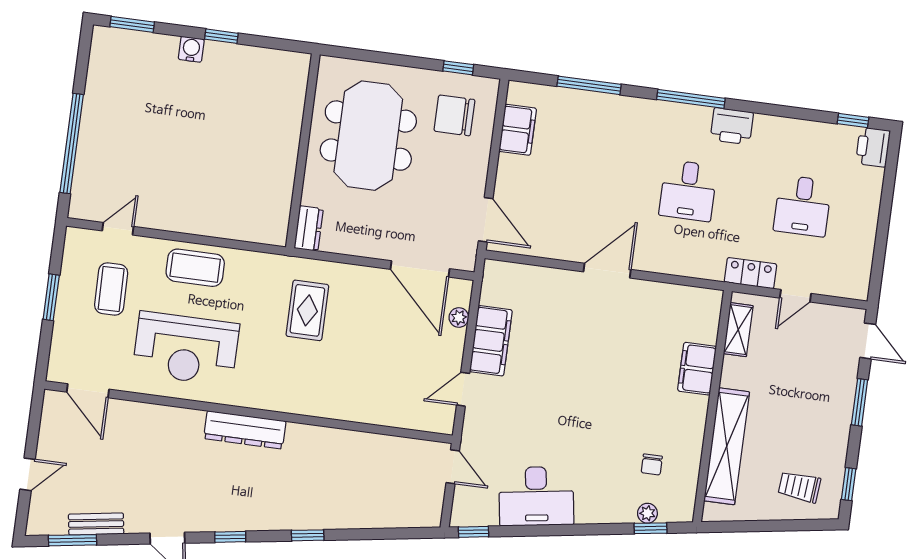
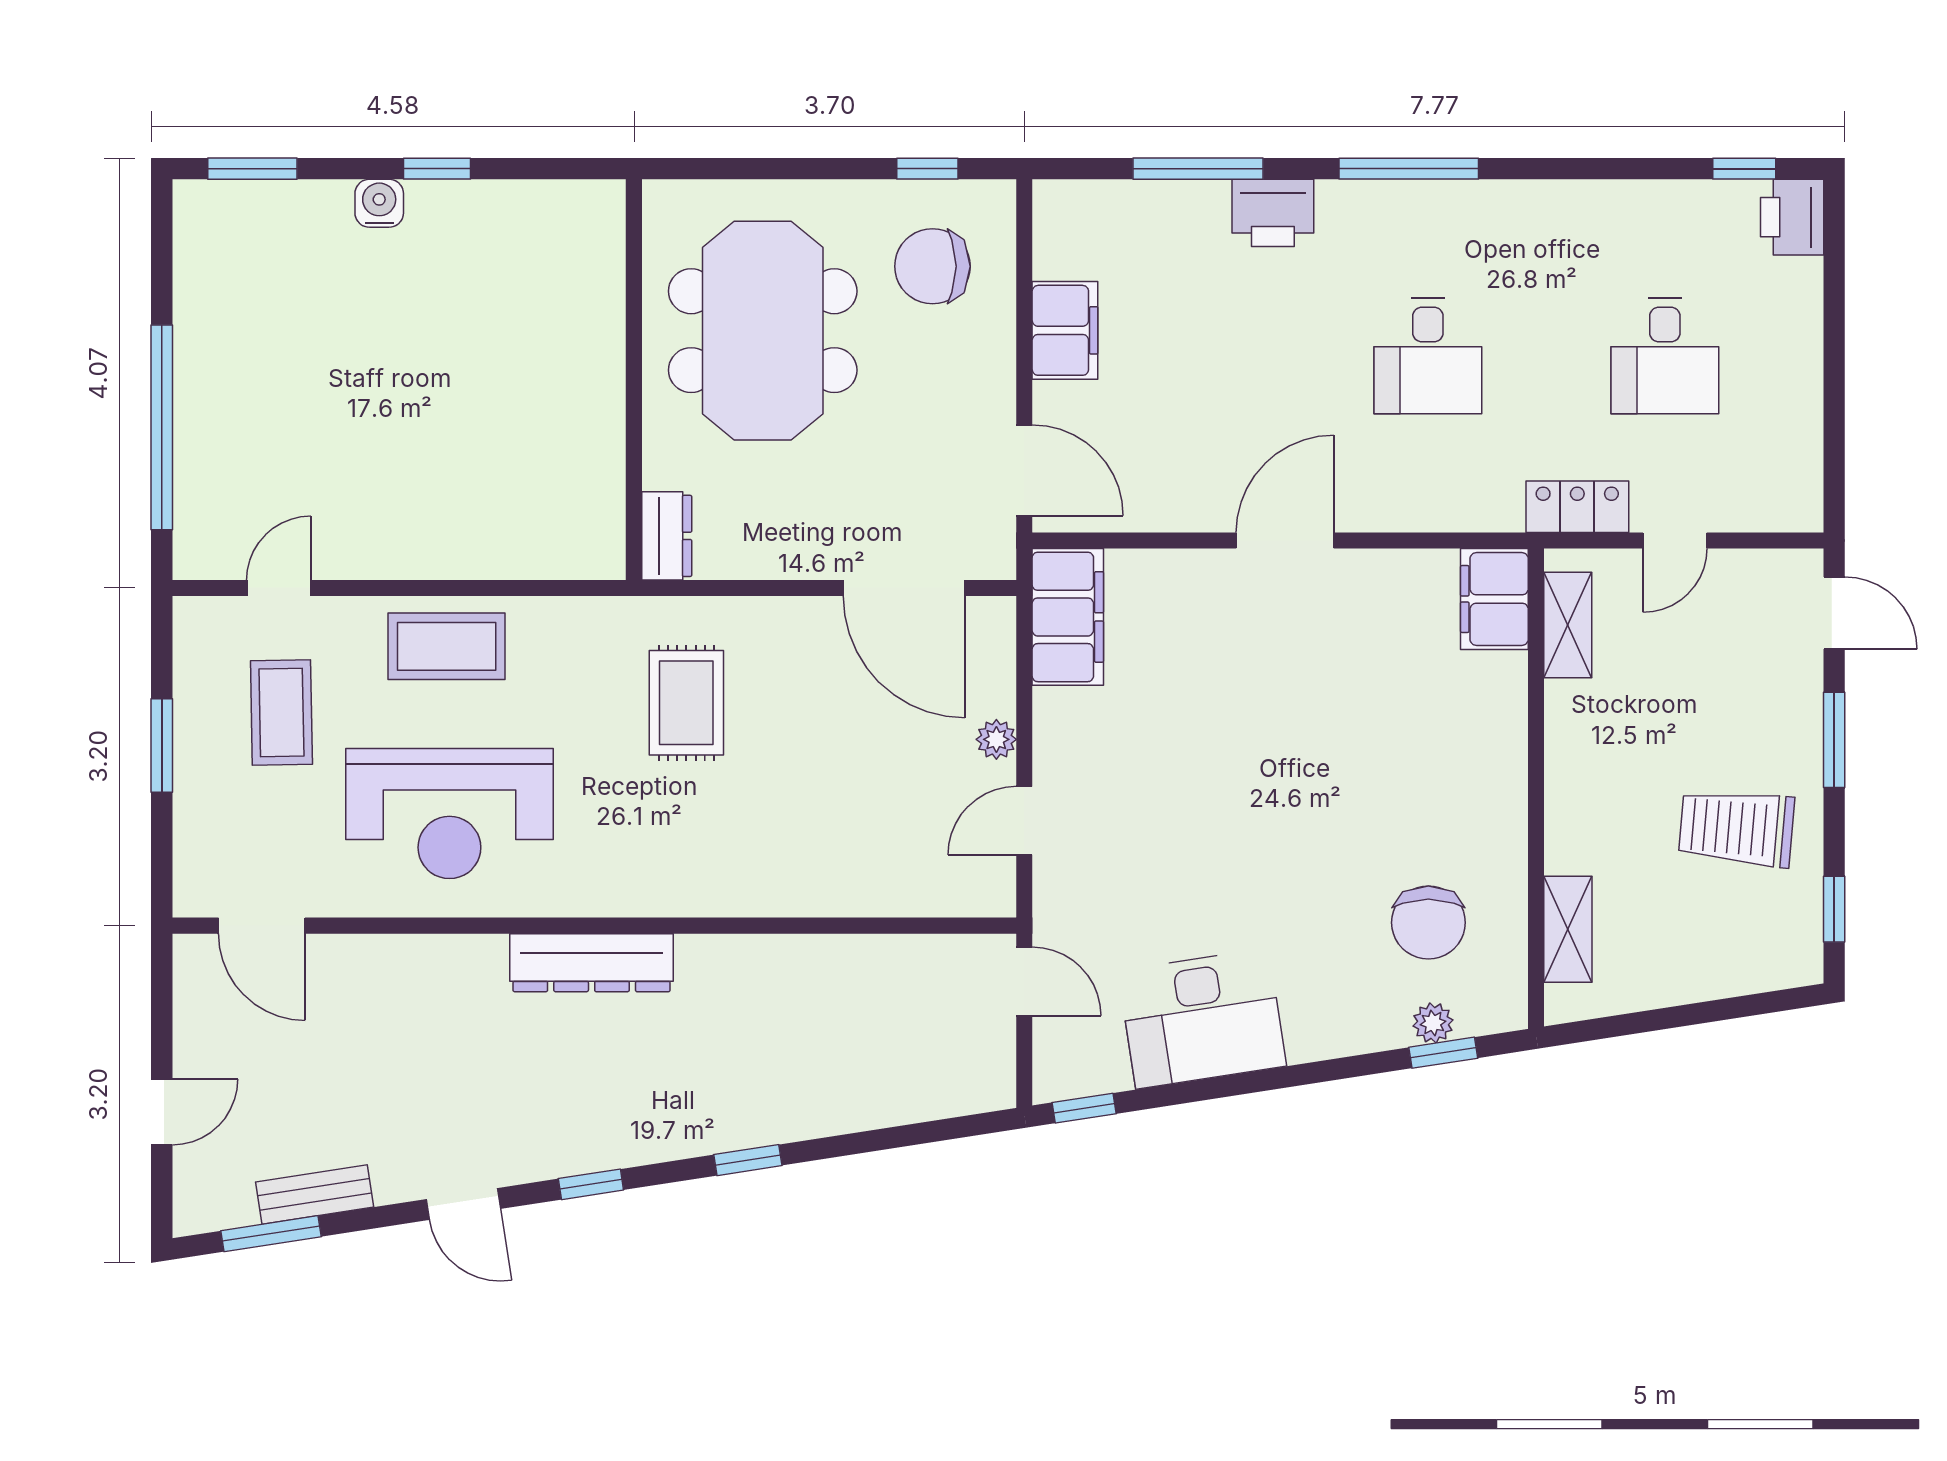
printer: (732, 126) -> (1273, 213), moved
filing cabinet: (518, 130) -> (1065, 330), moved
plant: (459, 317) -> (996, 739), moved
filing cabinet: (491, 341) -> (1068, 617), moved
filing cabinet: (697, 369) -> (1494, 599), moved
shelving: (727, 446) -> (1568, 929), width x0.45, depth x0.75
chair: (652, 464) -> (1428, 923), width x1.87, depth x1.87
trolley: (799, 487) -> (1736, 828), moved, width x1.36, depth x1.39

